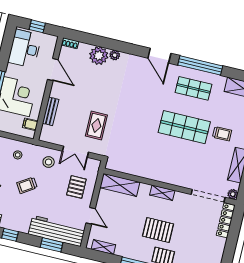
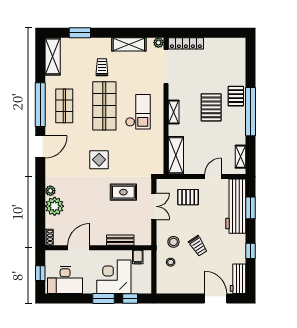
display table: (133, 109) -> (99, 160), added
checkout: (171, 158) -> (138, 112), added
stool: (49, 162) -> (173, 242), moved

